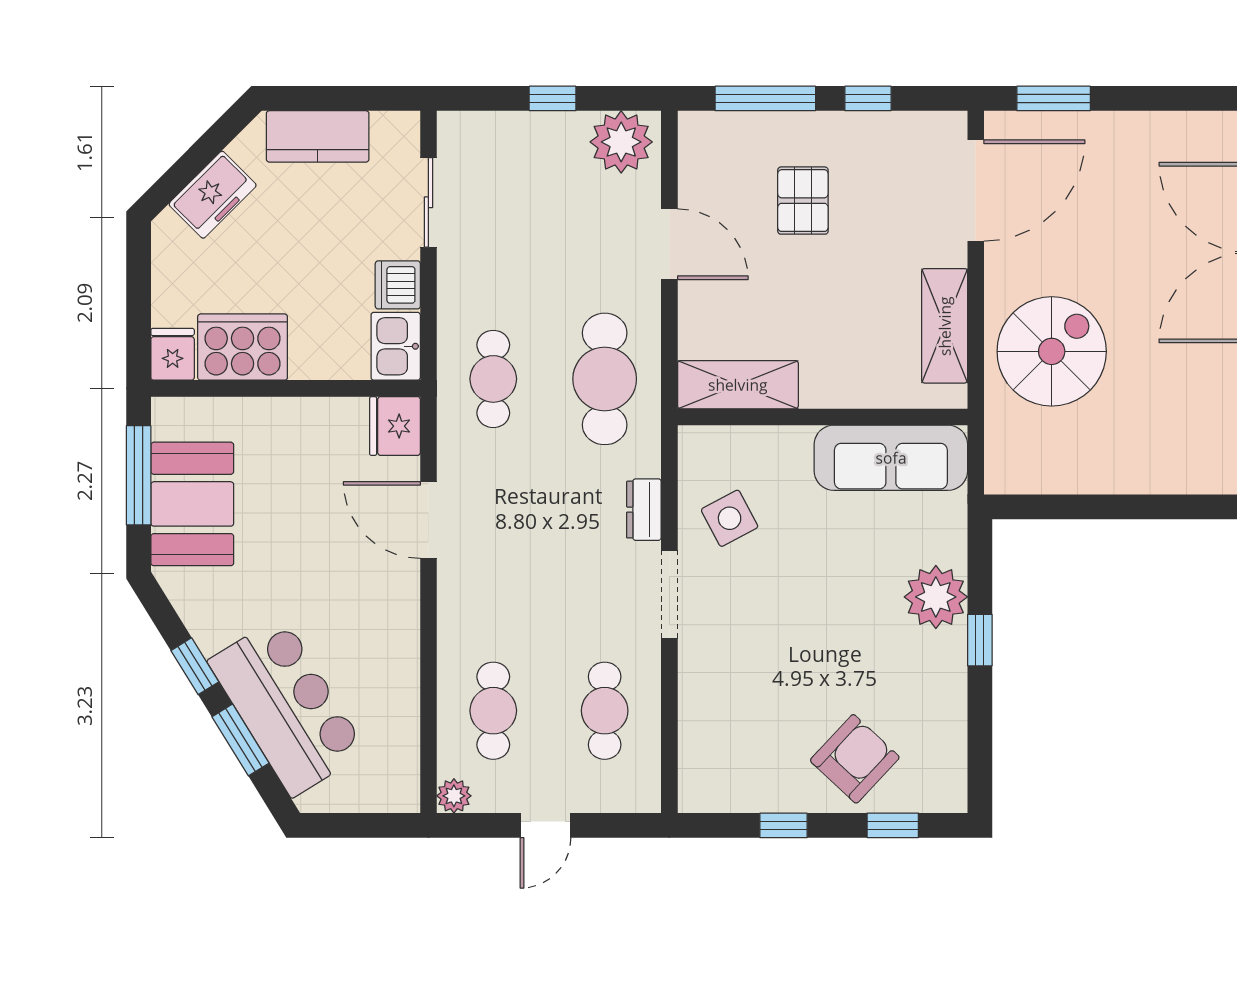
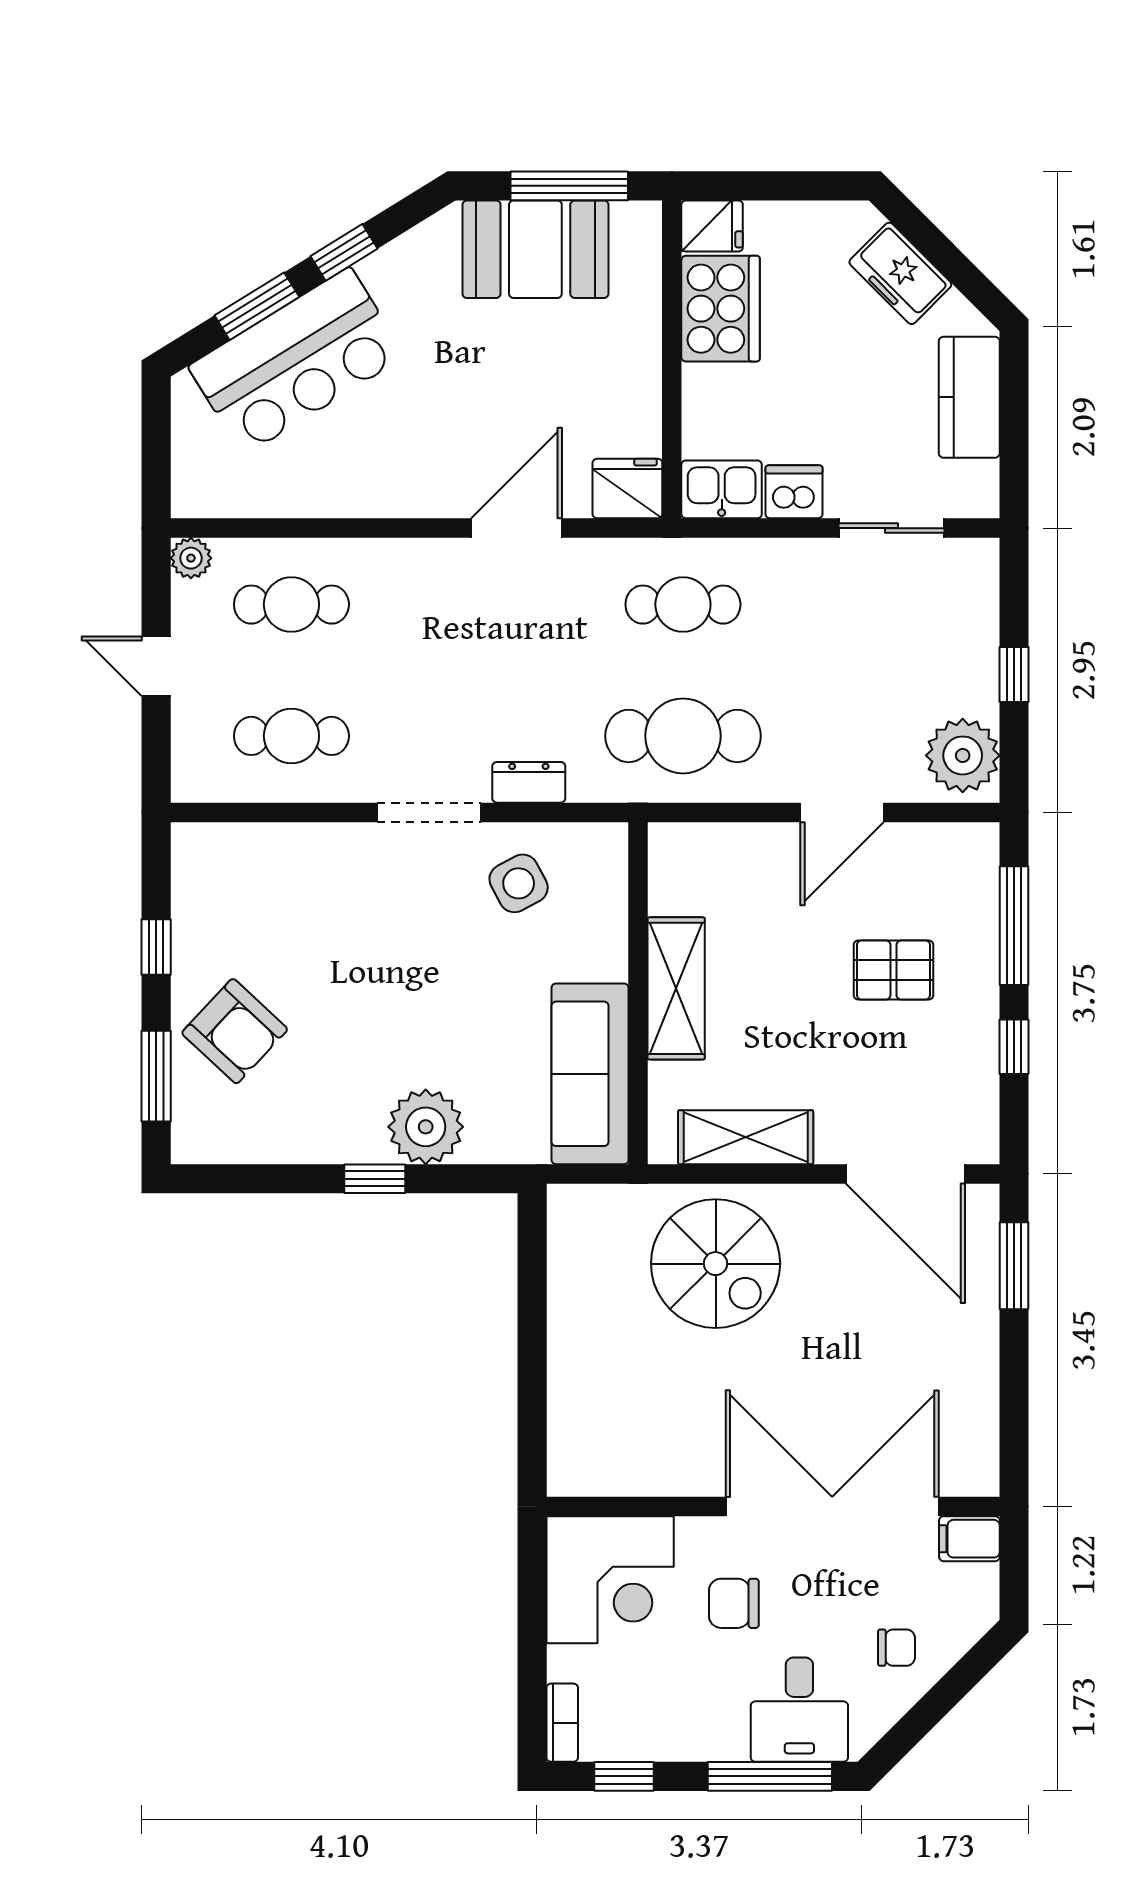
shelving: (738, 385) -> (676, 988), moved
window: (893, 825) -> (156, 1076), width x1.50

